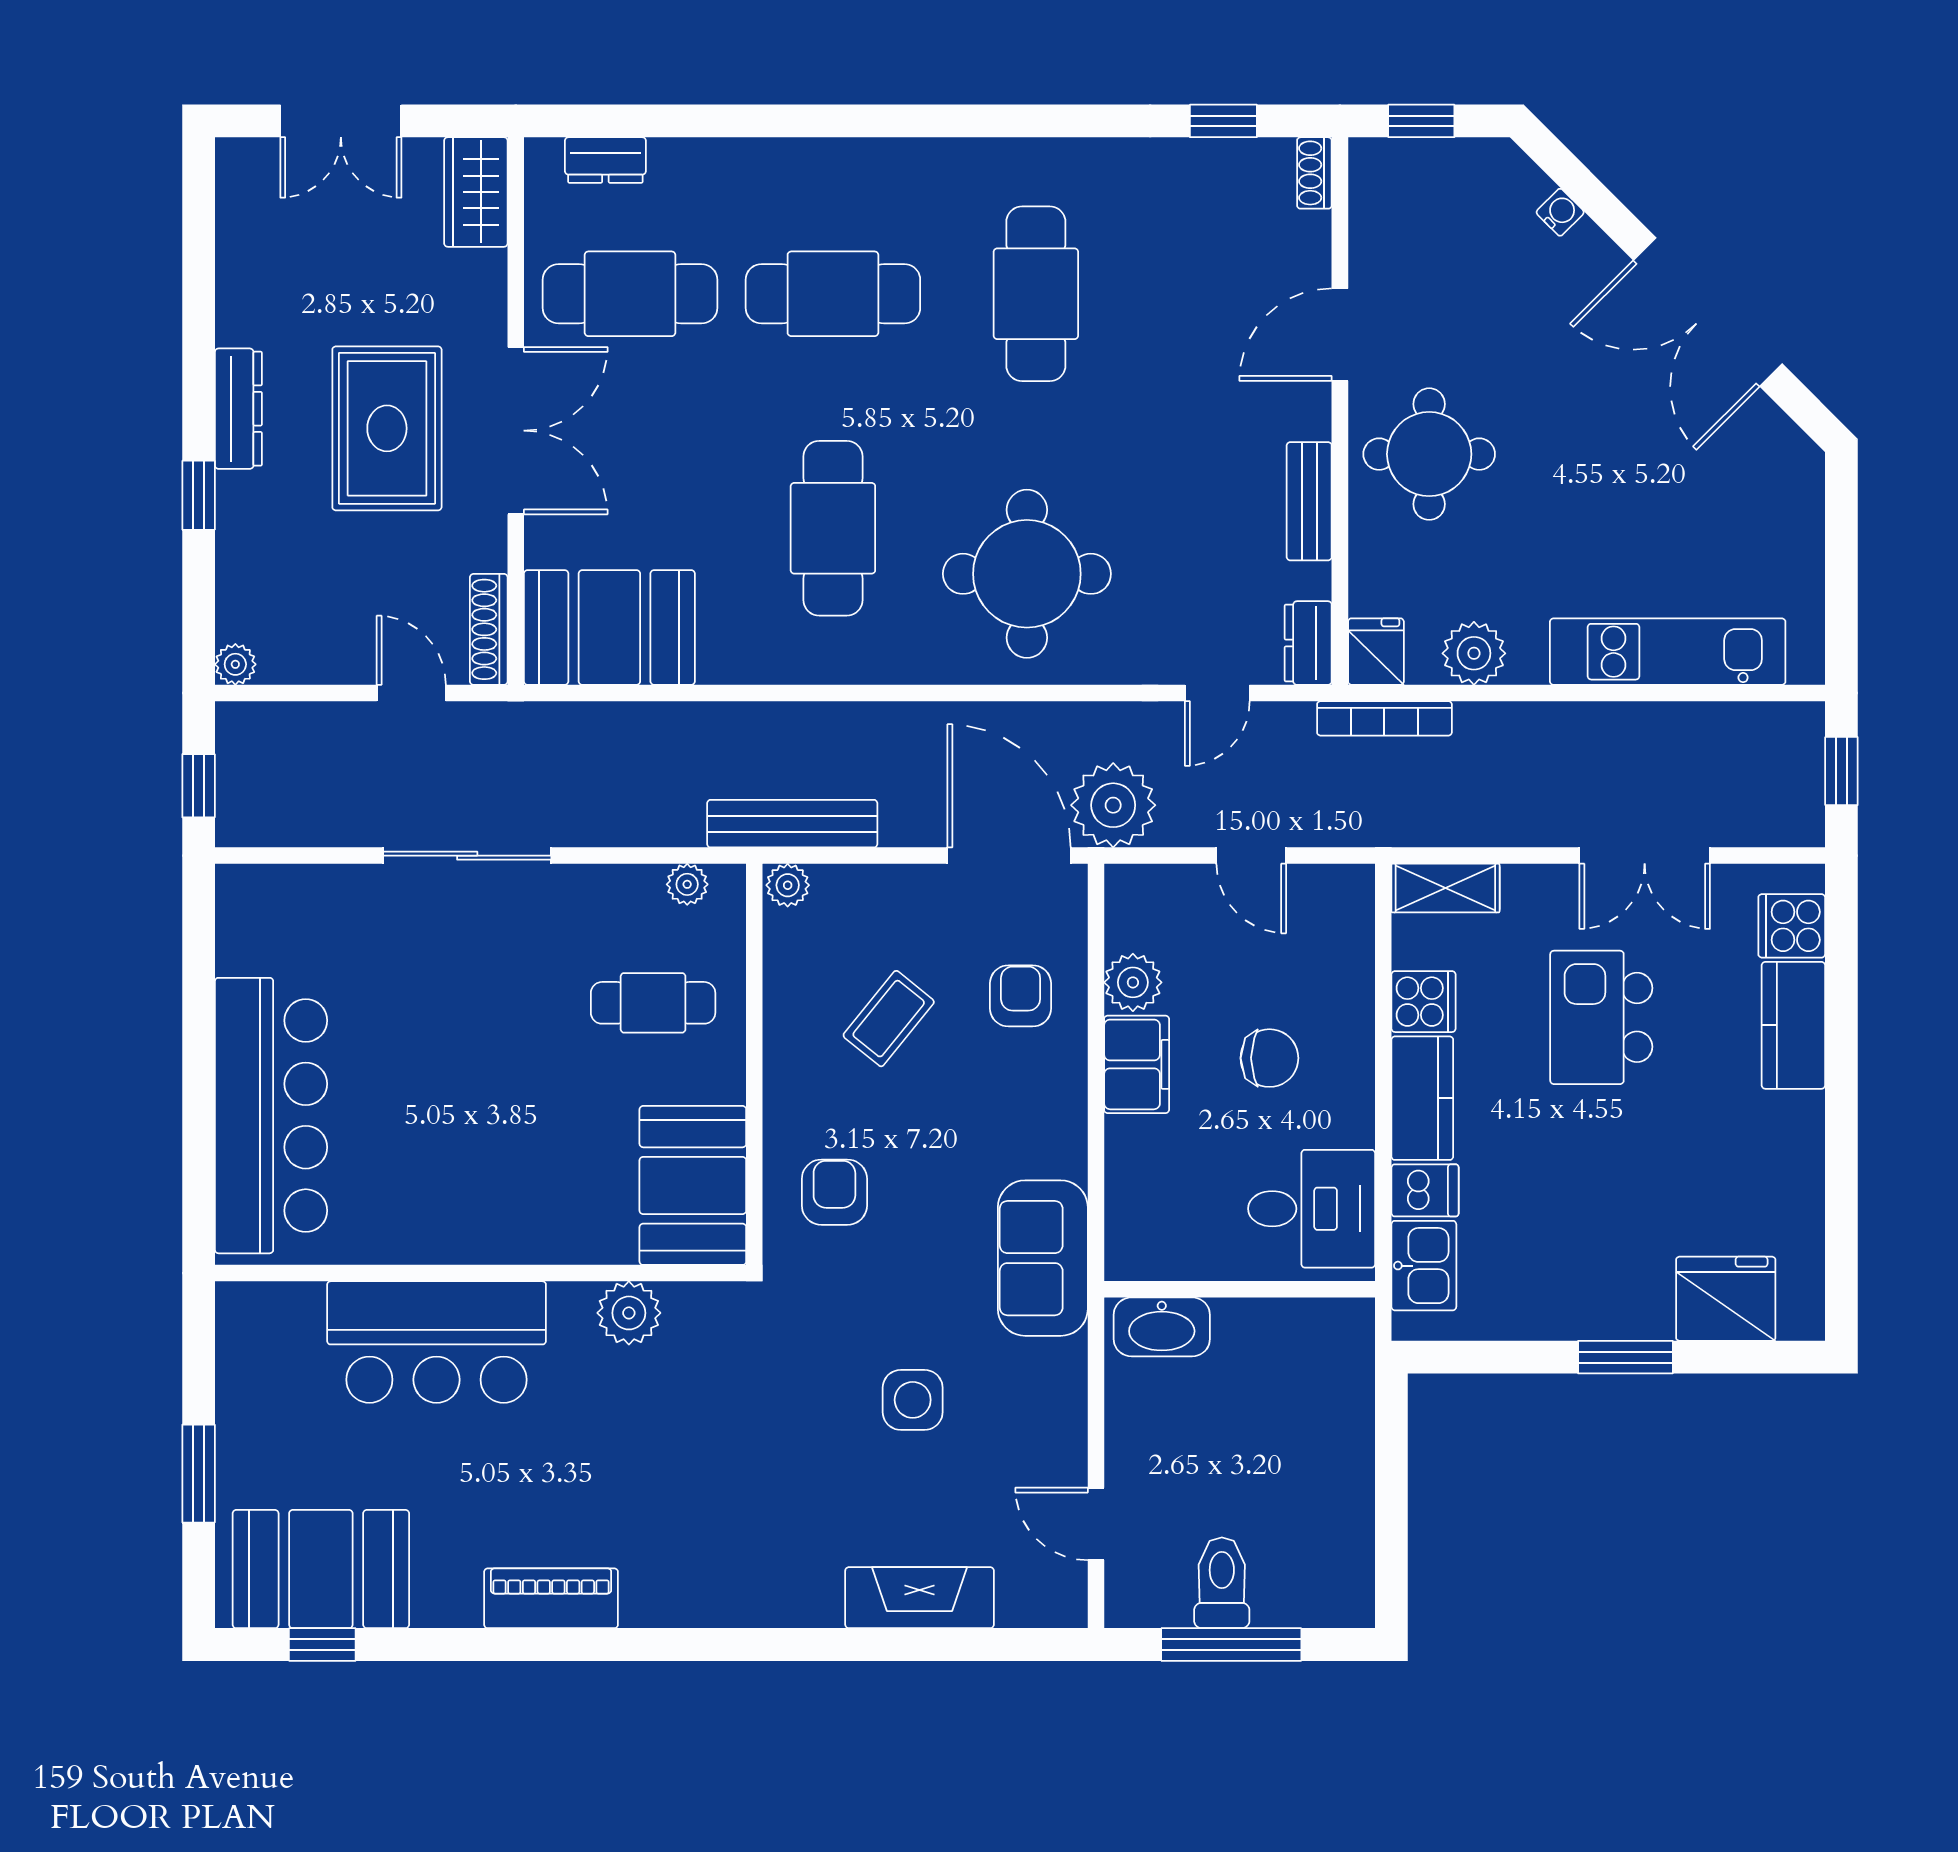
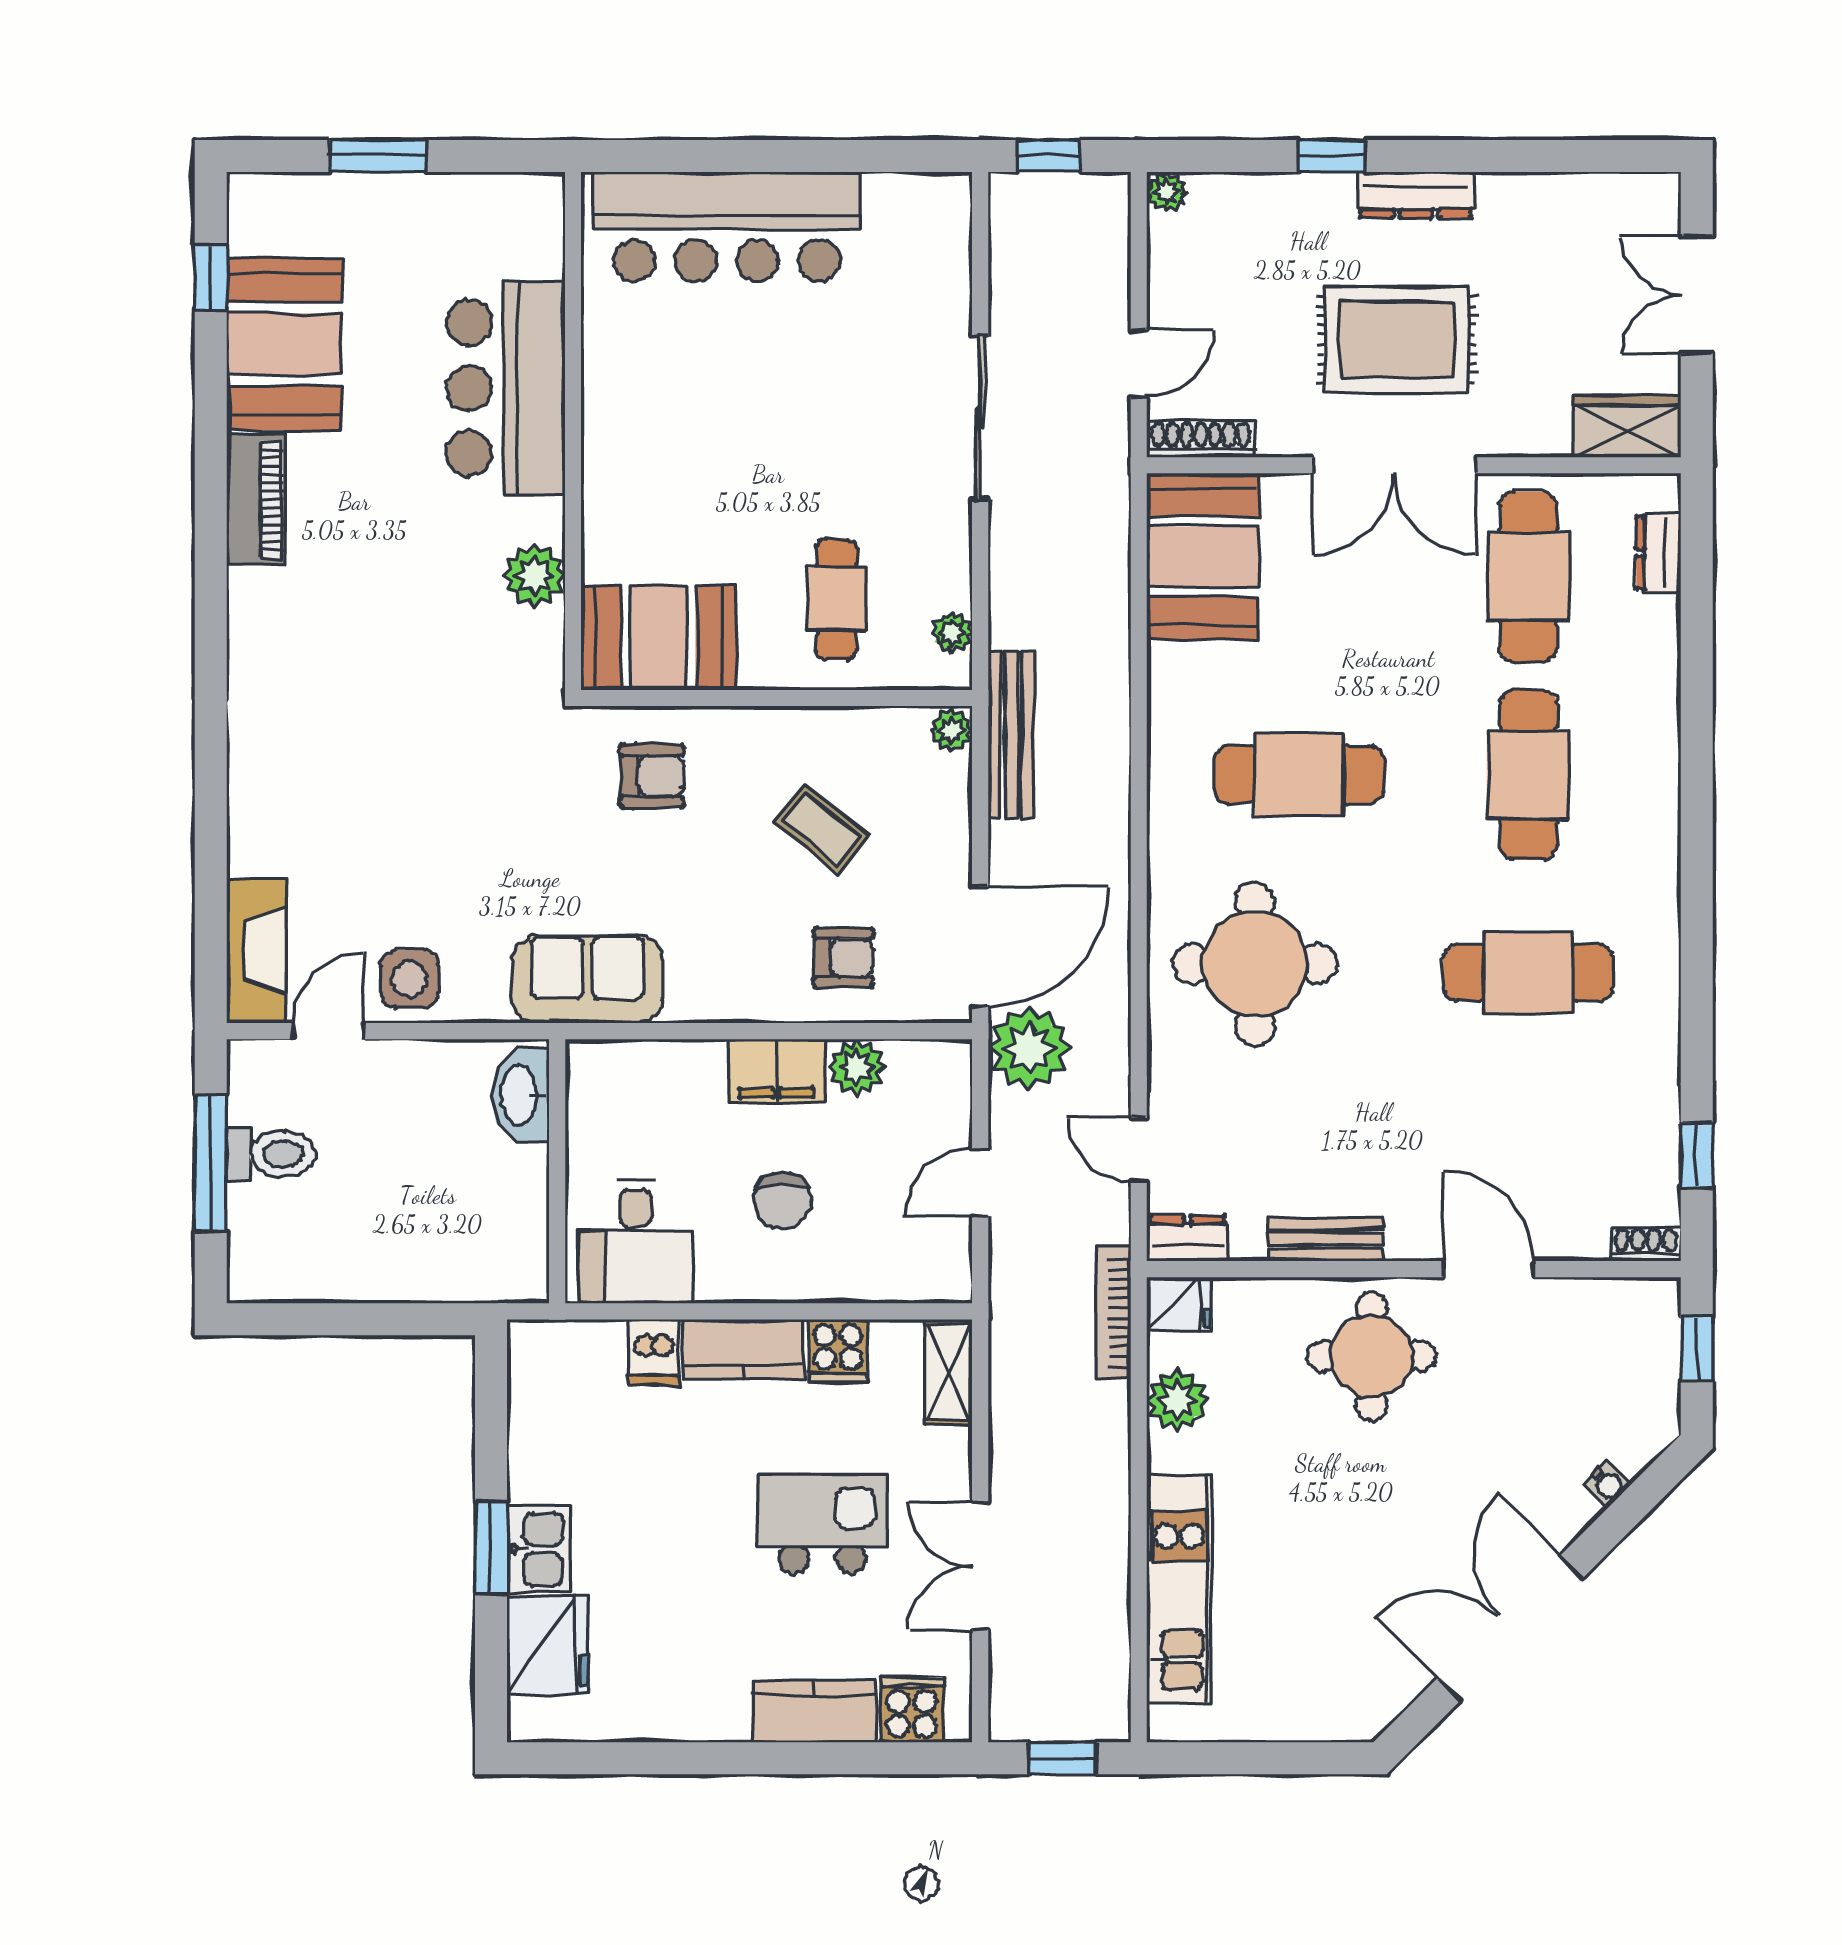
kitchen sink: (1424, 1266) -> (538, 1549), moved, turned -90
side table: (913, 1400) -> (409, 979), moved
booth: (321, 1569) -> (284, 344), moved
fireplace: (920, 1598) -> (256, 951), moved

